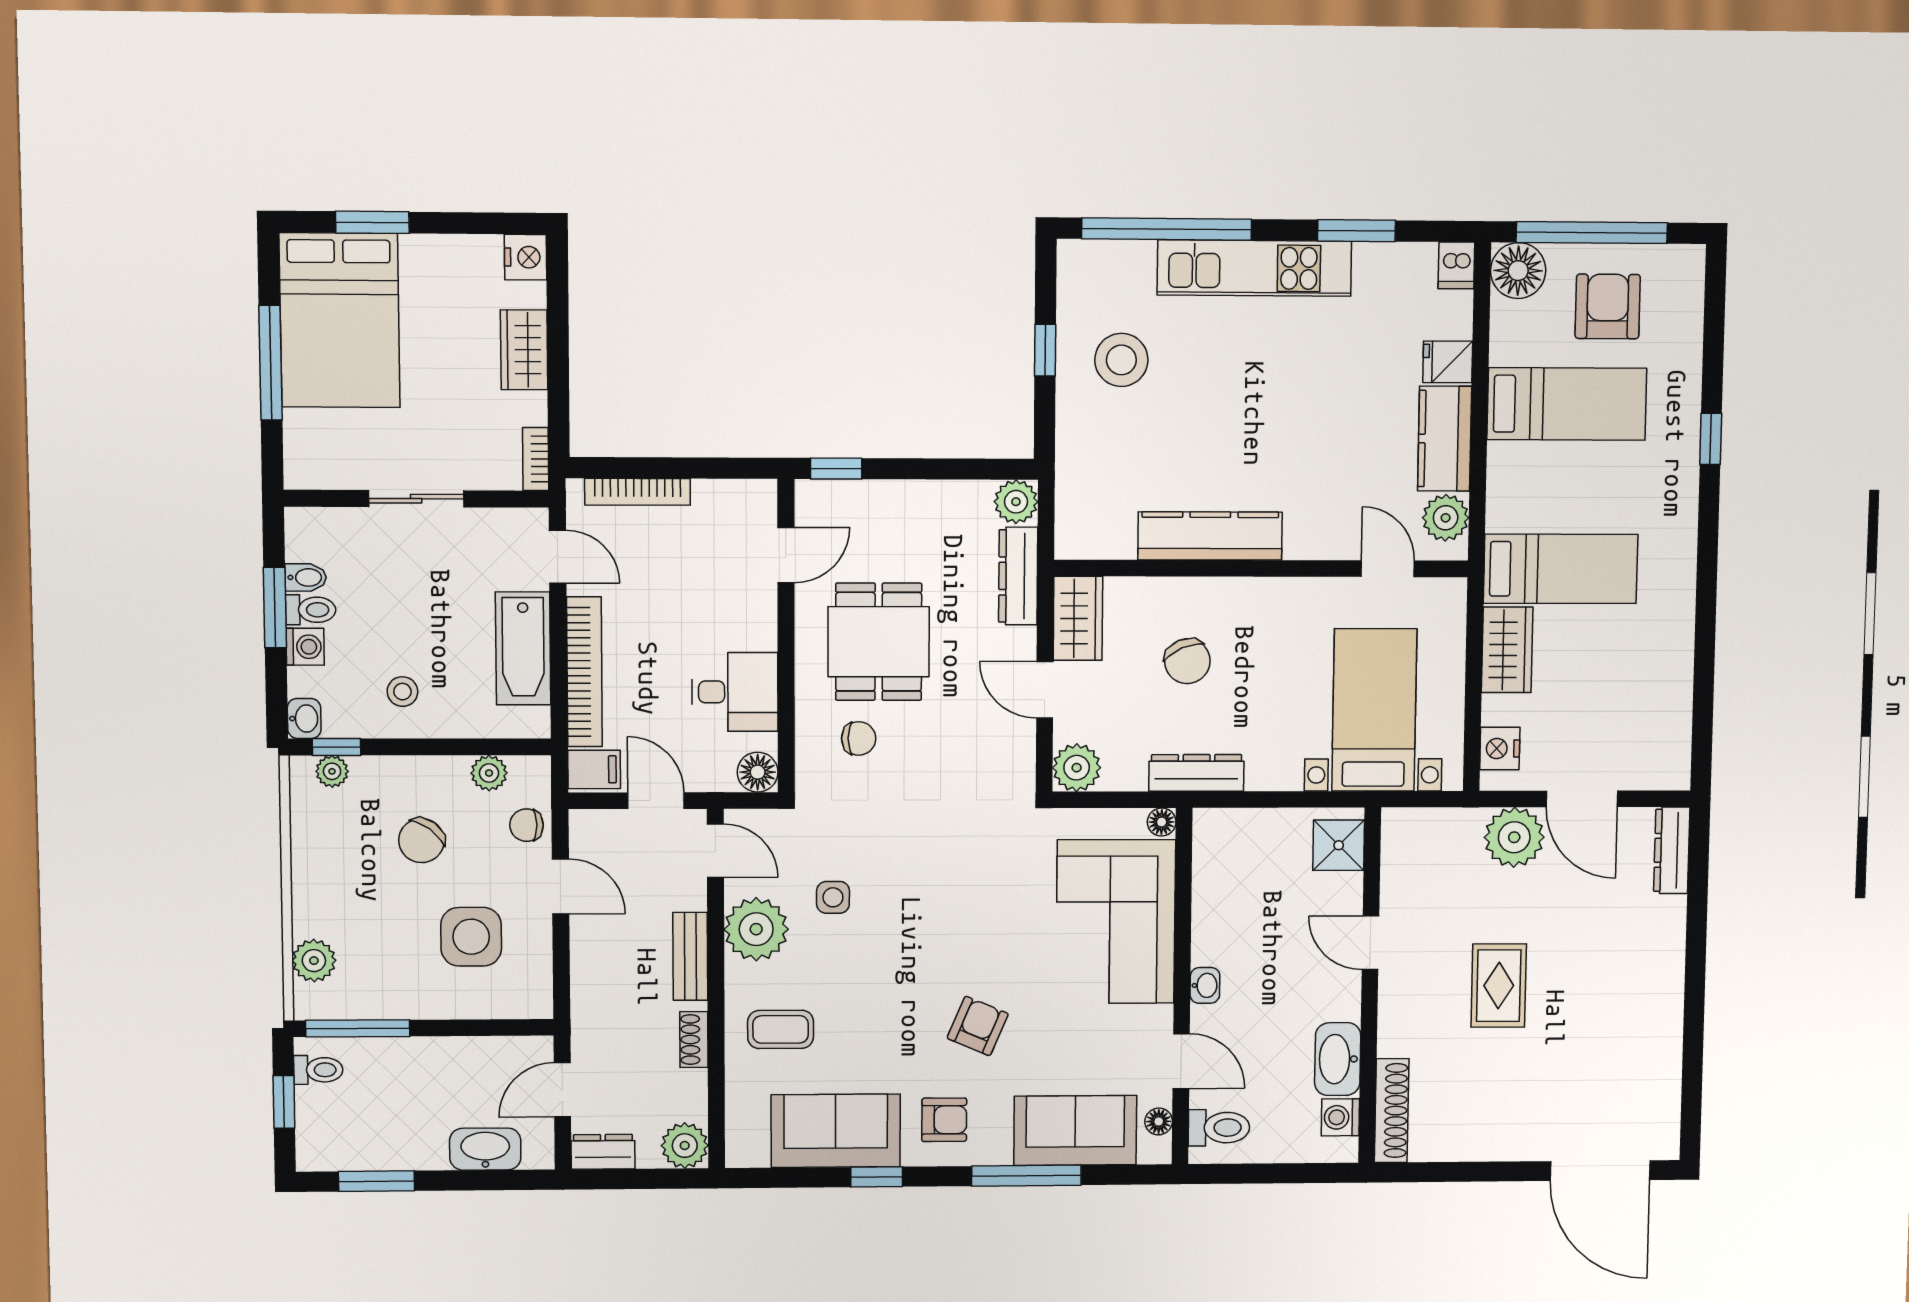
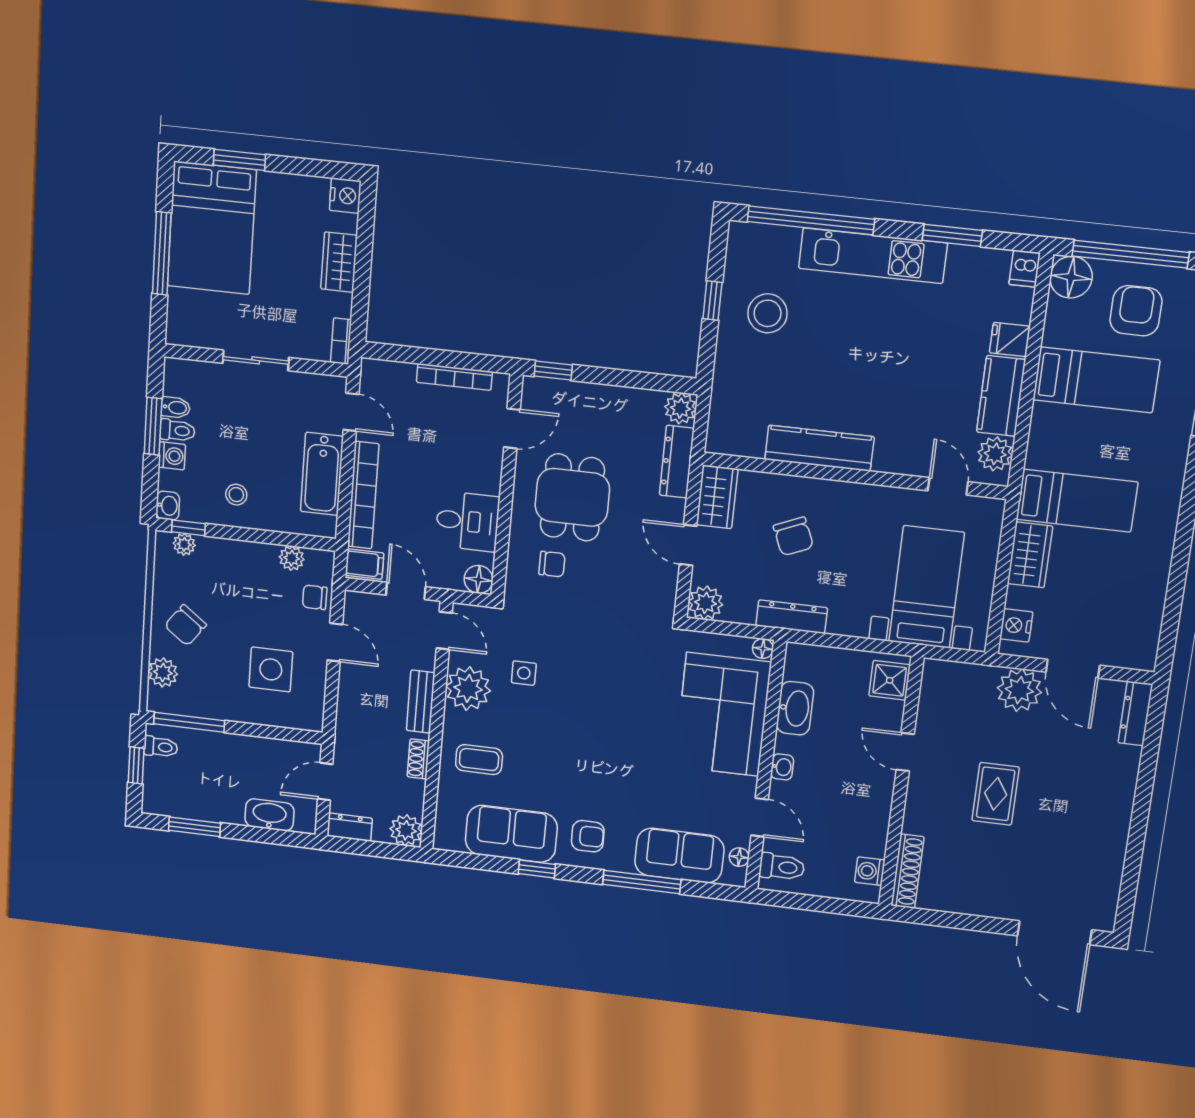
bookcase: (637, 492) -> (454, 377), moved
chair: (421, 841) -> (185, 625), moved
armchair: (978, 1026) -> (617, 775), removed
washbasin: (1338, 1059) -> (795, 708), moved, turned 180

